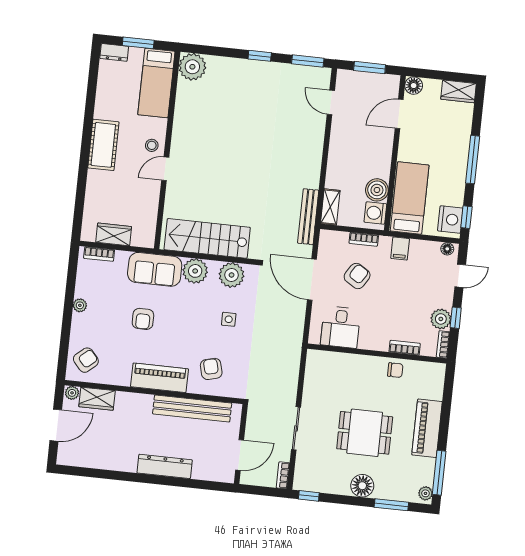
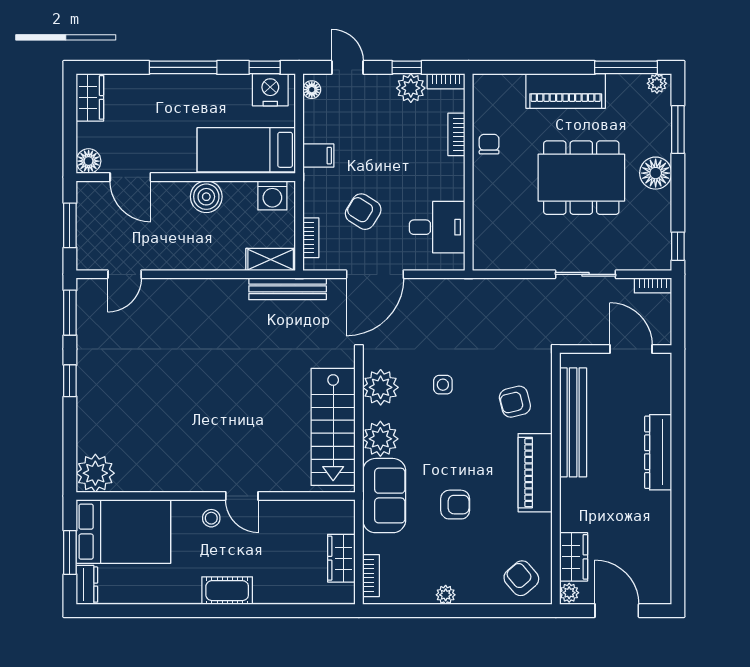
bed: (156, 83) -> (123, 532), width x1.50
cot: (103, 145) -> (227, 591), width x0.73, depth x0.75
boiler: (377, 190) -> (206, 197), moved
bookcase: (364, 239) -> (311, 238), moved
dining table: (365, 433) -> (581, 178), width x1.38

